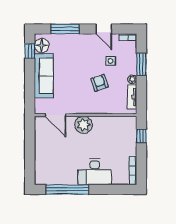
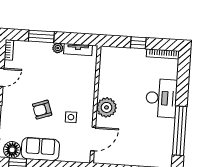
side table: (111, 61) -> (71, 117), moved
sofa: (44, 76) -> (40, 149), width x0.73
armchair: (99, 83) -> (42, 110), moved
window: (141, 136) -> (138, 43), moved

